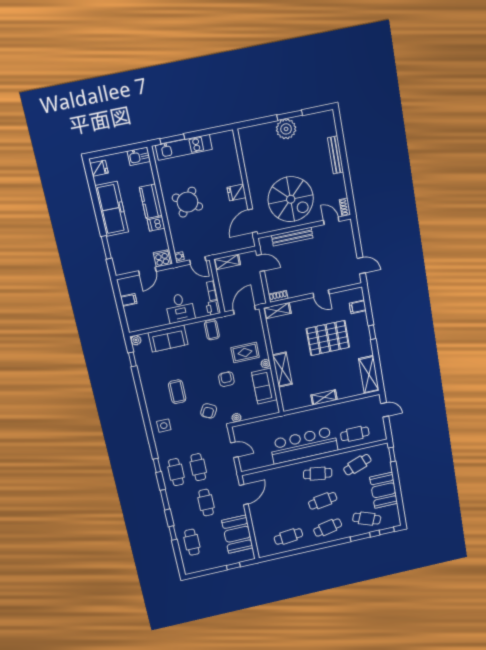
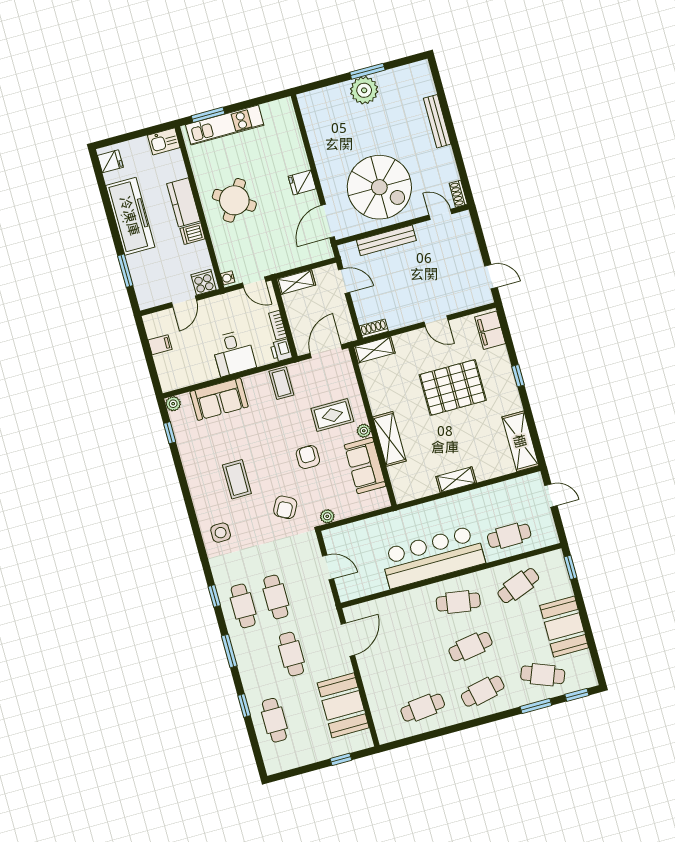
filing cabinet: (358, 307) -> (490, 330), width x2.00

